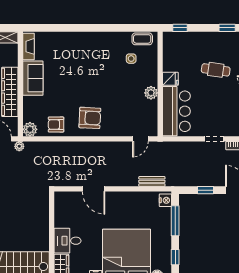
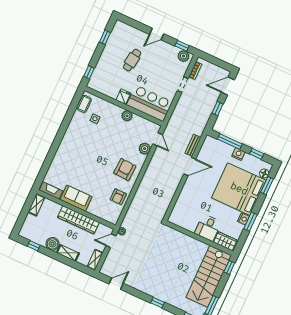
plant: (30, 129) -> (145, 149), moved
door: (94, 189) -> (190, 166), moved
nightstand: (165, 200) -> (238, 154), moved

